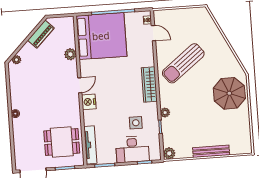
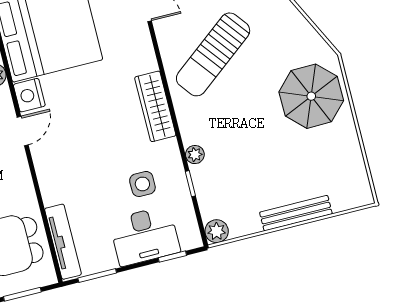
nightstand: (89, 102) -> (29, 95), moved

